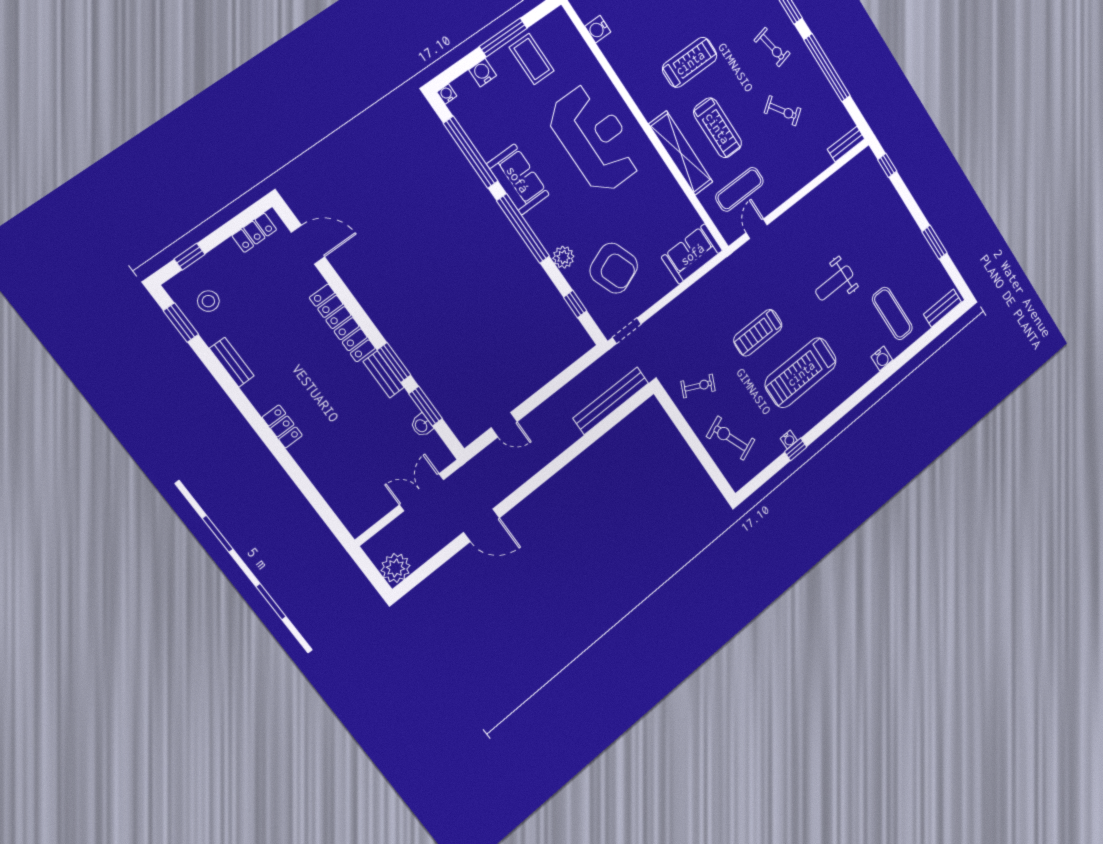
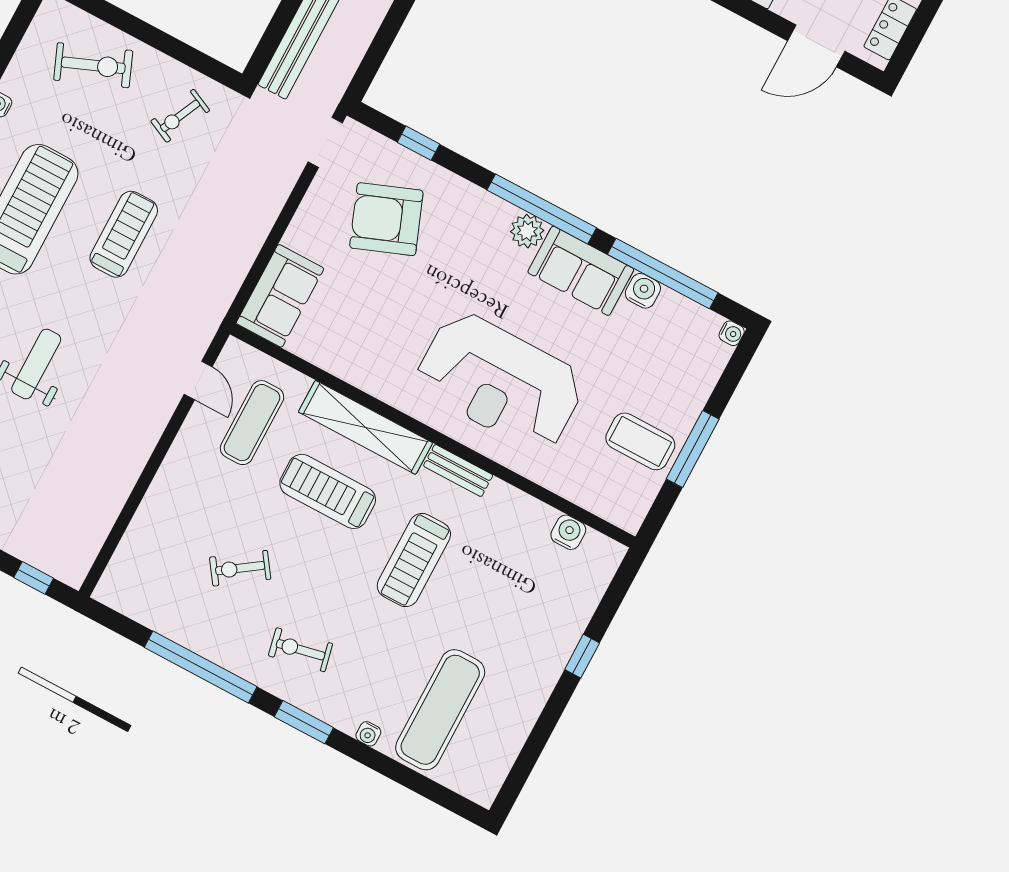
water cooler: (483, 73) -> (643, 291), moved, turned -90
bench: (846, 144) -> (458, 471), moved, turned 90
plant: (563, 257) -> (527, 231), moved

